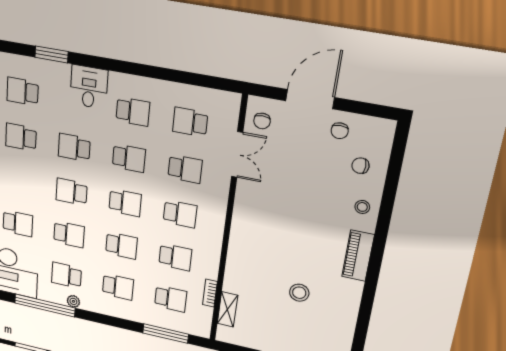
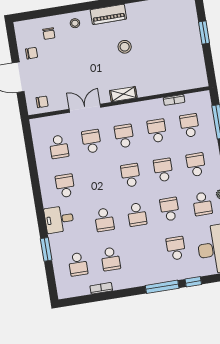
double door: (237, 155) -> (85, 108), moved
school desk: (129, 158) -> (98, 181), removed
stool: (299, 293) -> (125, 47), moved
shelving: (227, 309) -> (123, 94), moved

